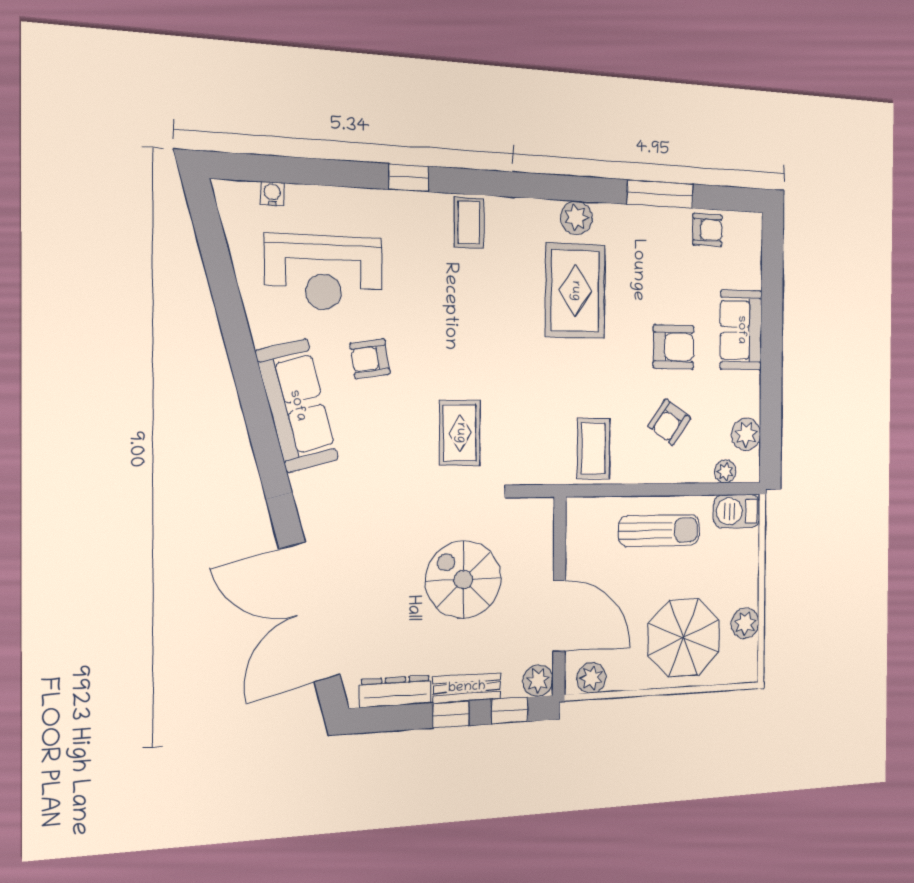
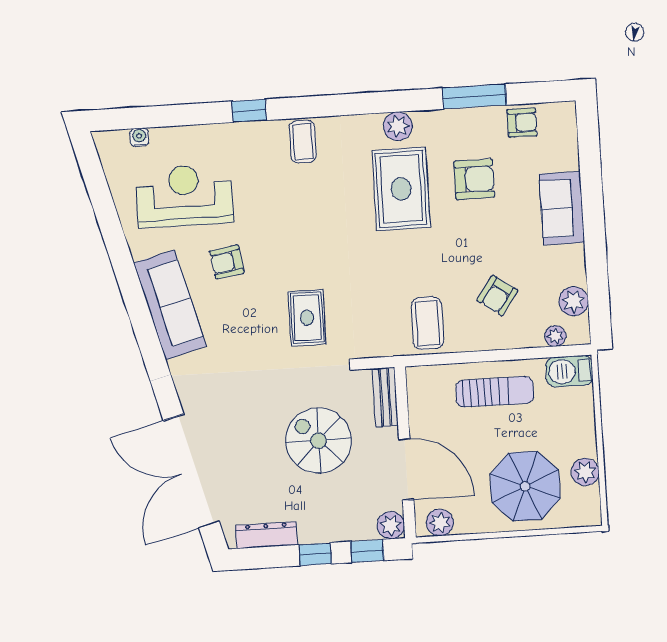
reception desk: (324, 273) -> (184, 196), turned 180
armchair: (674, 347) -> (474, 179), moved
bench: (467, 688) -> (385, 397), moved, turned 90

